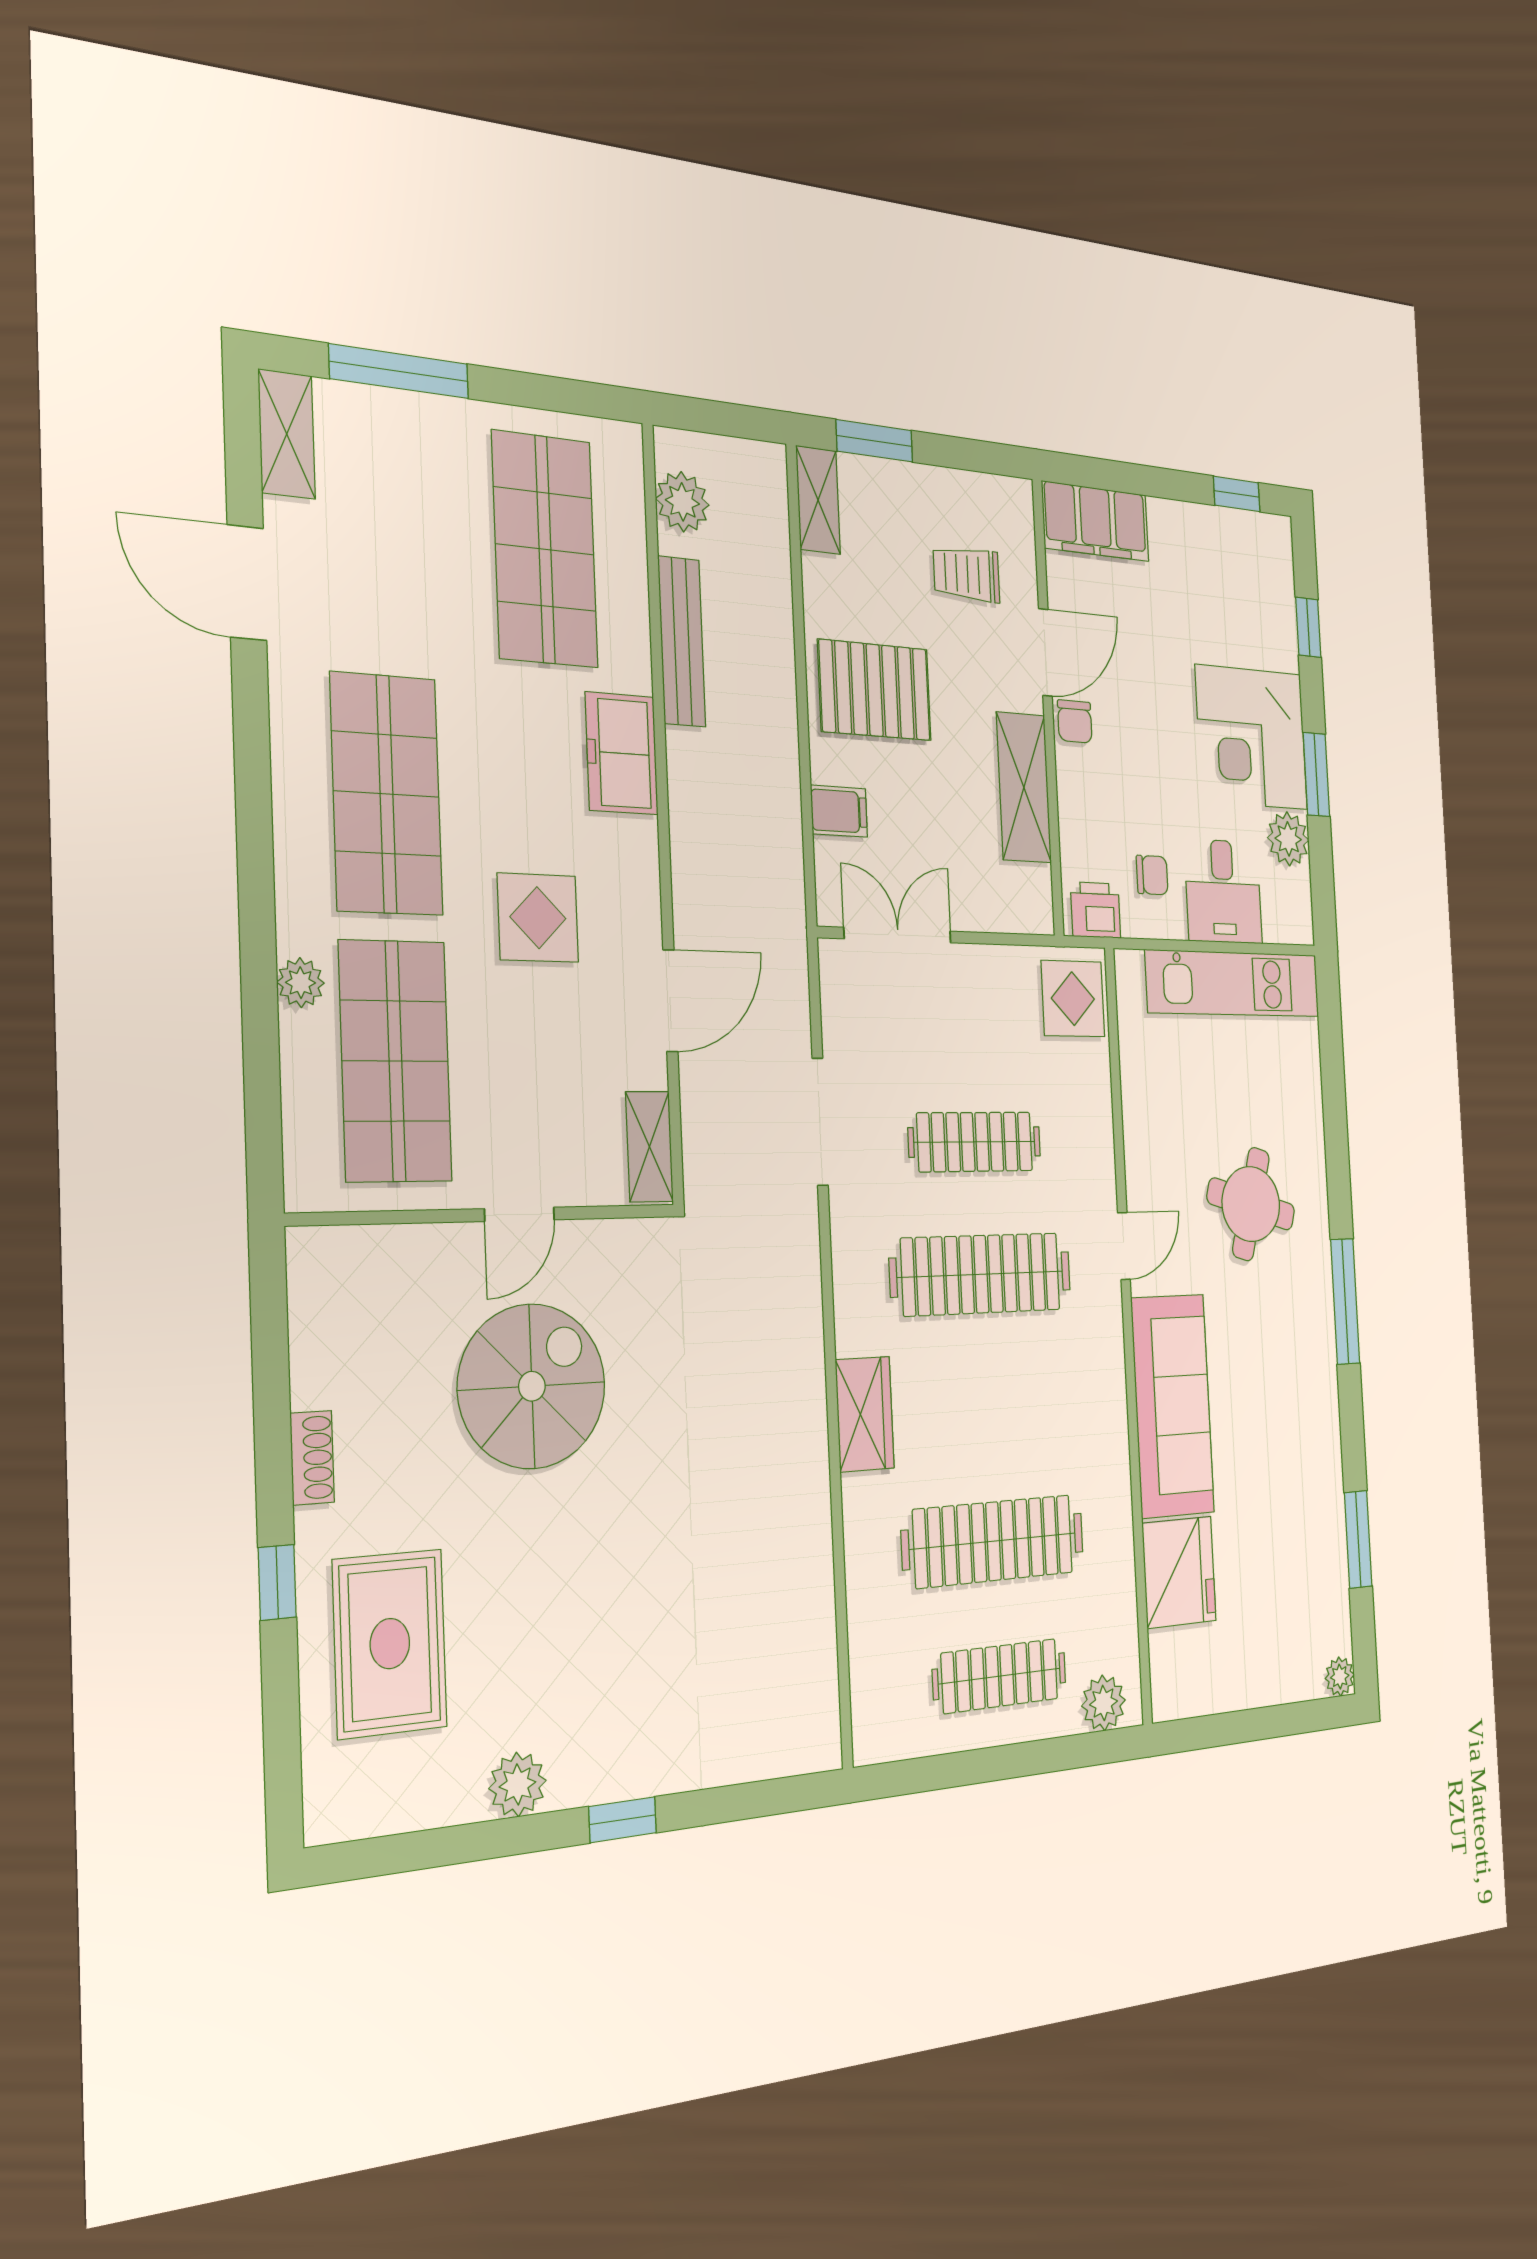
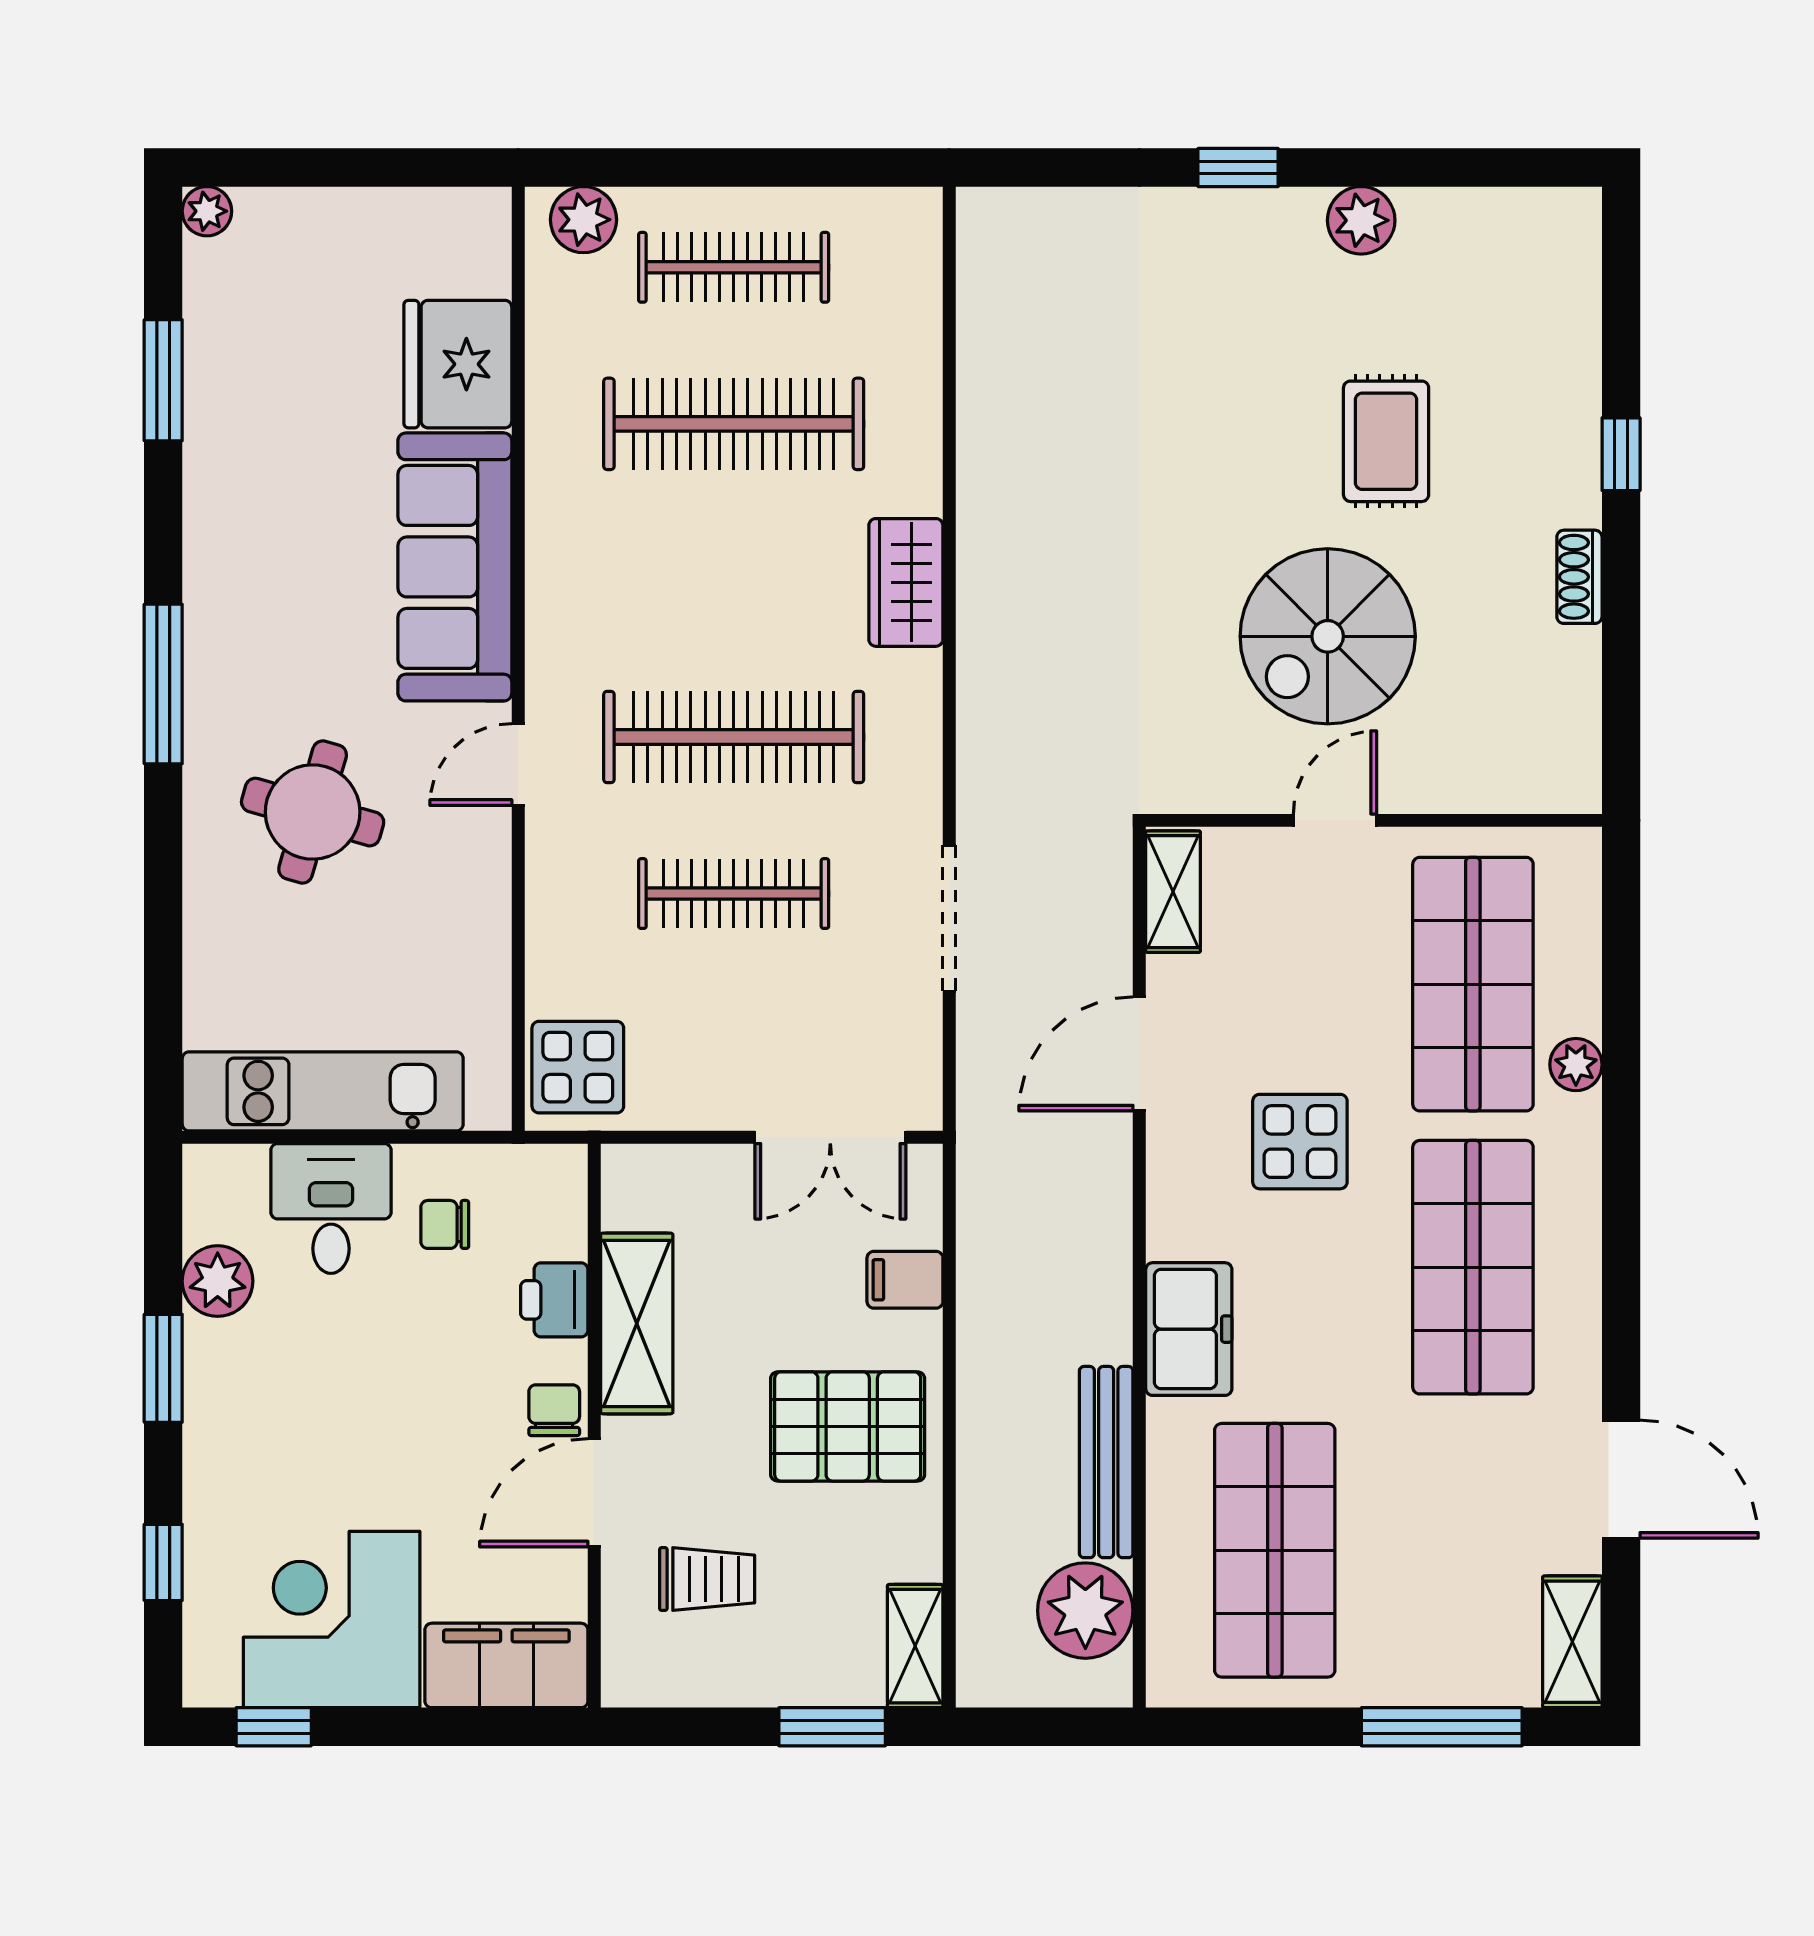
plant: (682, 502) -> (1085, 1611), width x1.36, depth x1.36
corner desk: (1252, 737) -> (332, 1620), moved, turned -90
printer: (1096, 910) -> (554, 1300), moved, turned 90
rug: (390, 1644) -> (1386, 441), moved, width x0.73, depth x0.70

